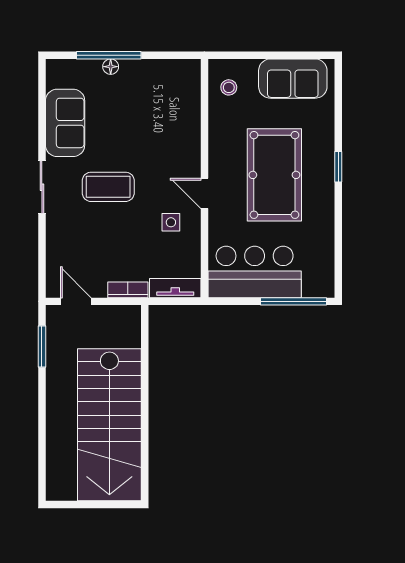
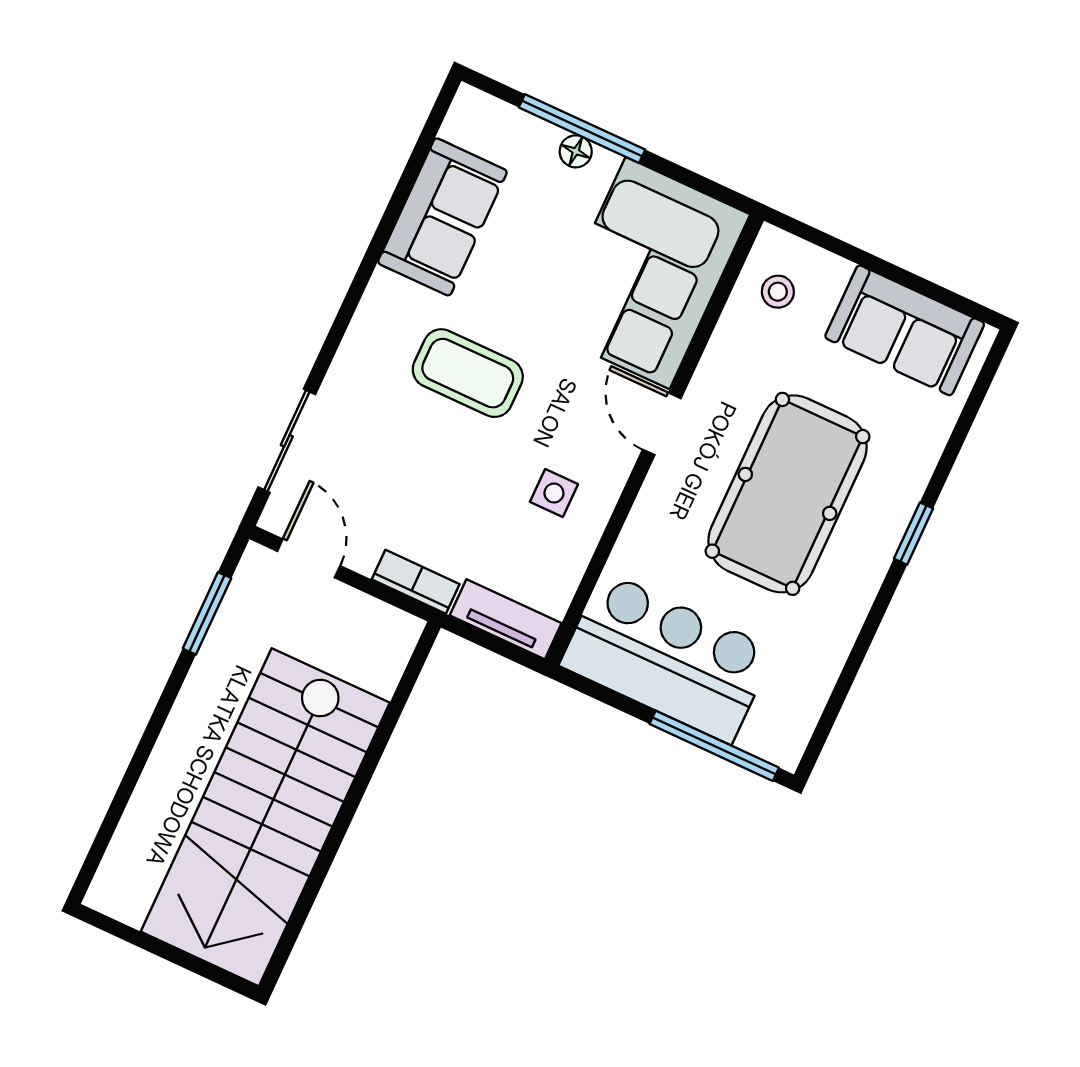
corner sofa: (167, 106) -> (648, 273), added
sliding door: (42, 187) -> (287, 441), moved
door: (204, 193) -> (662, 424), moved

